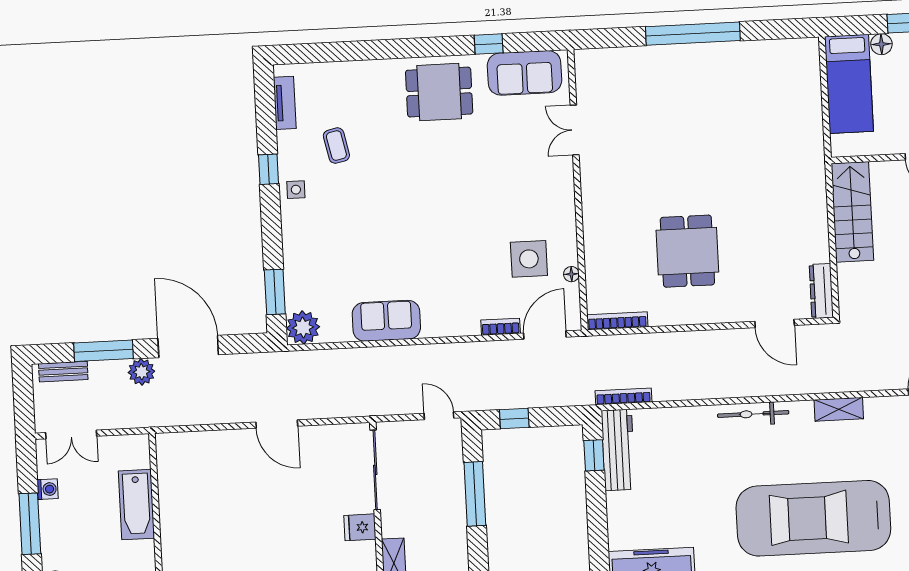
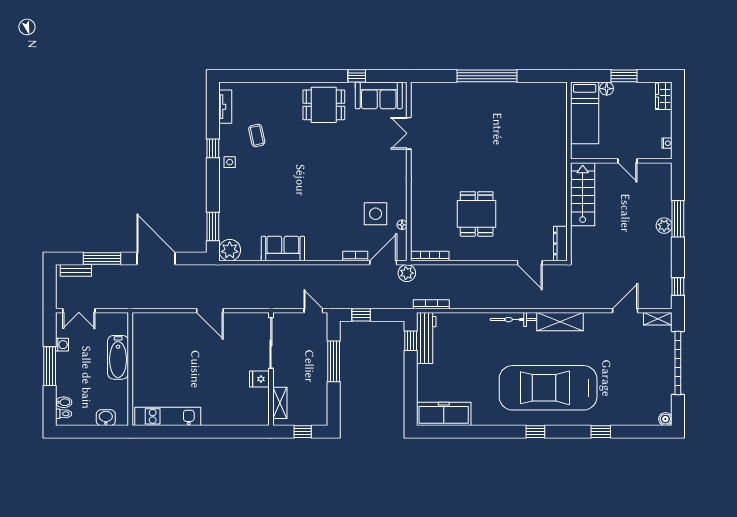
plant: (141, 372) -> (407, 273), moved
shelving: (839, 409) -> (560, 322), width x1.50, depth x1.33

